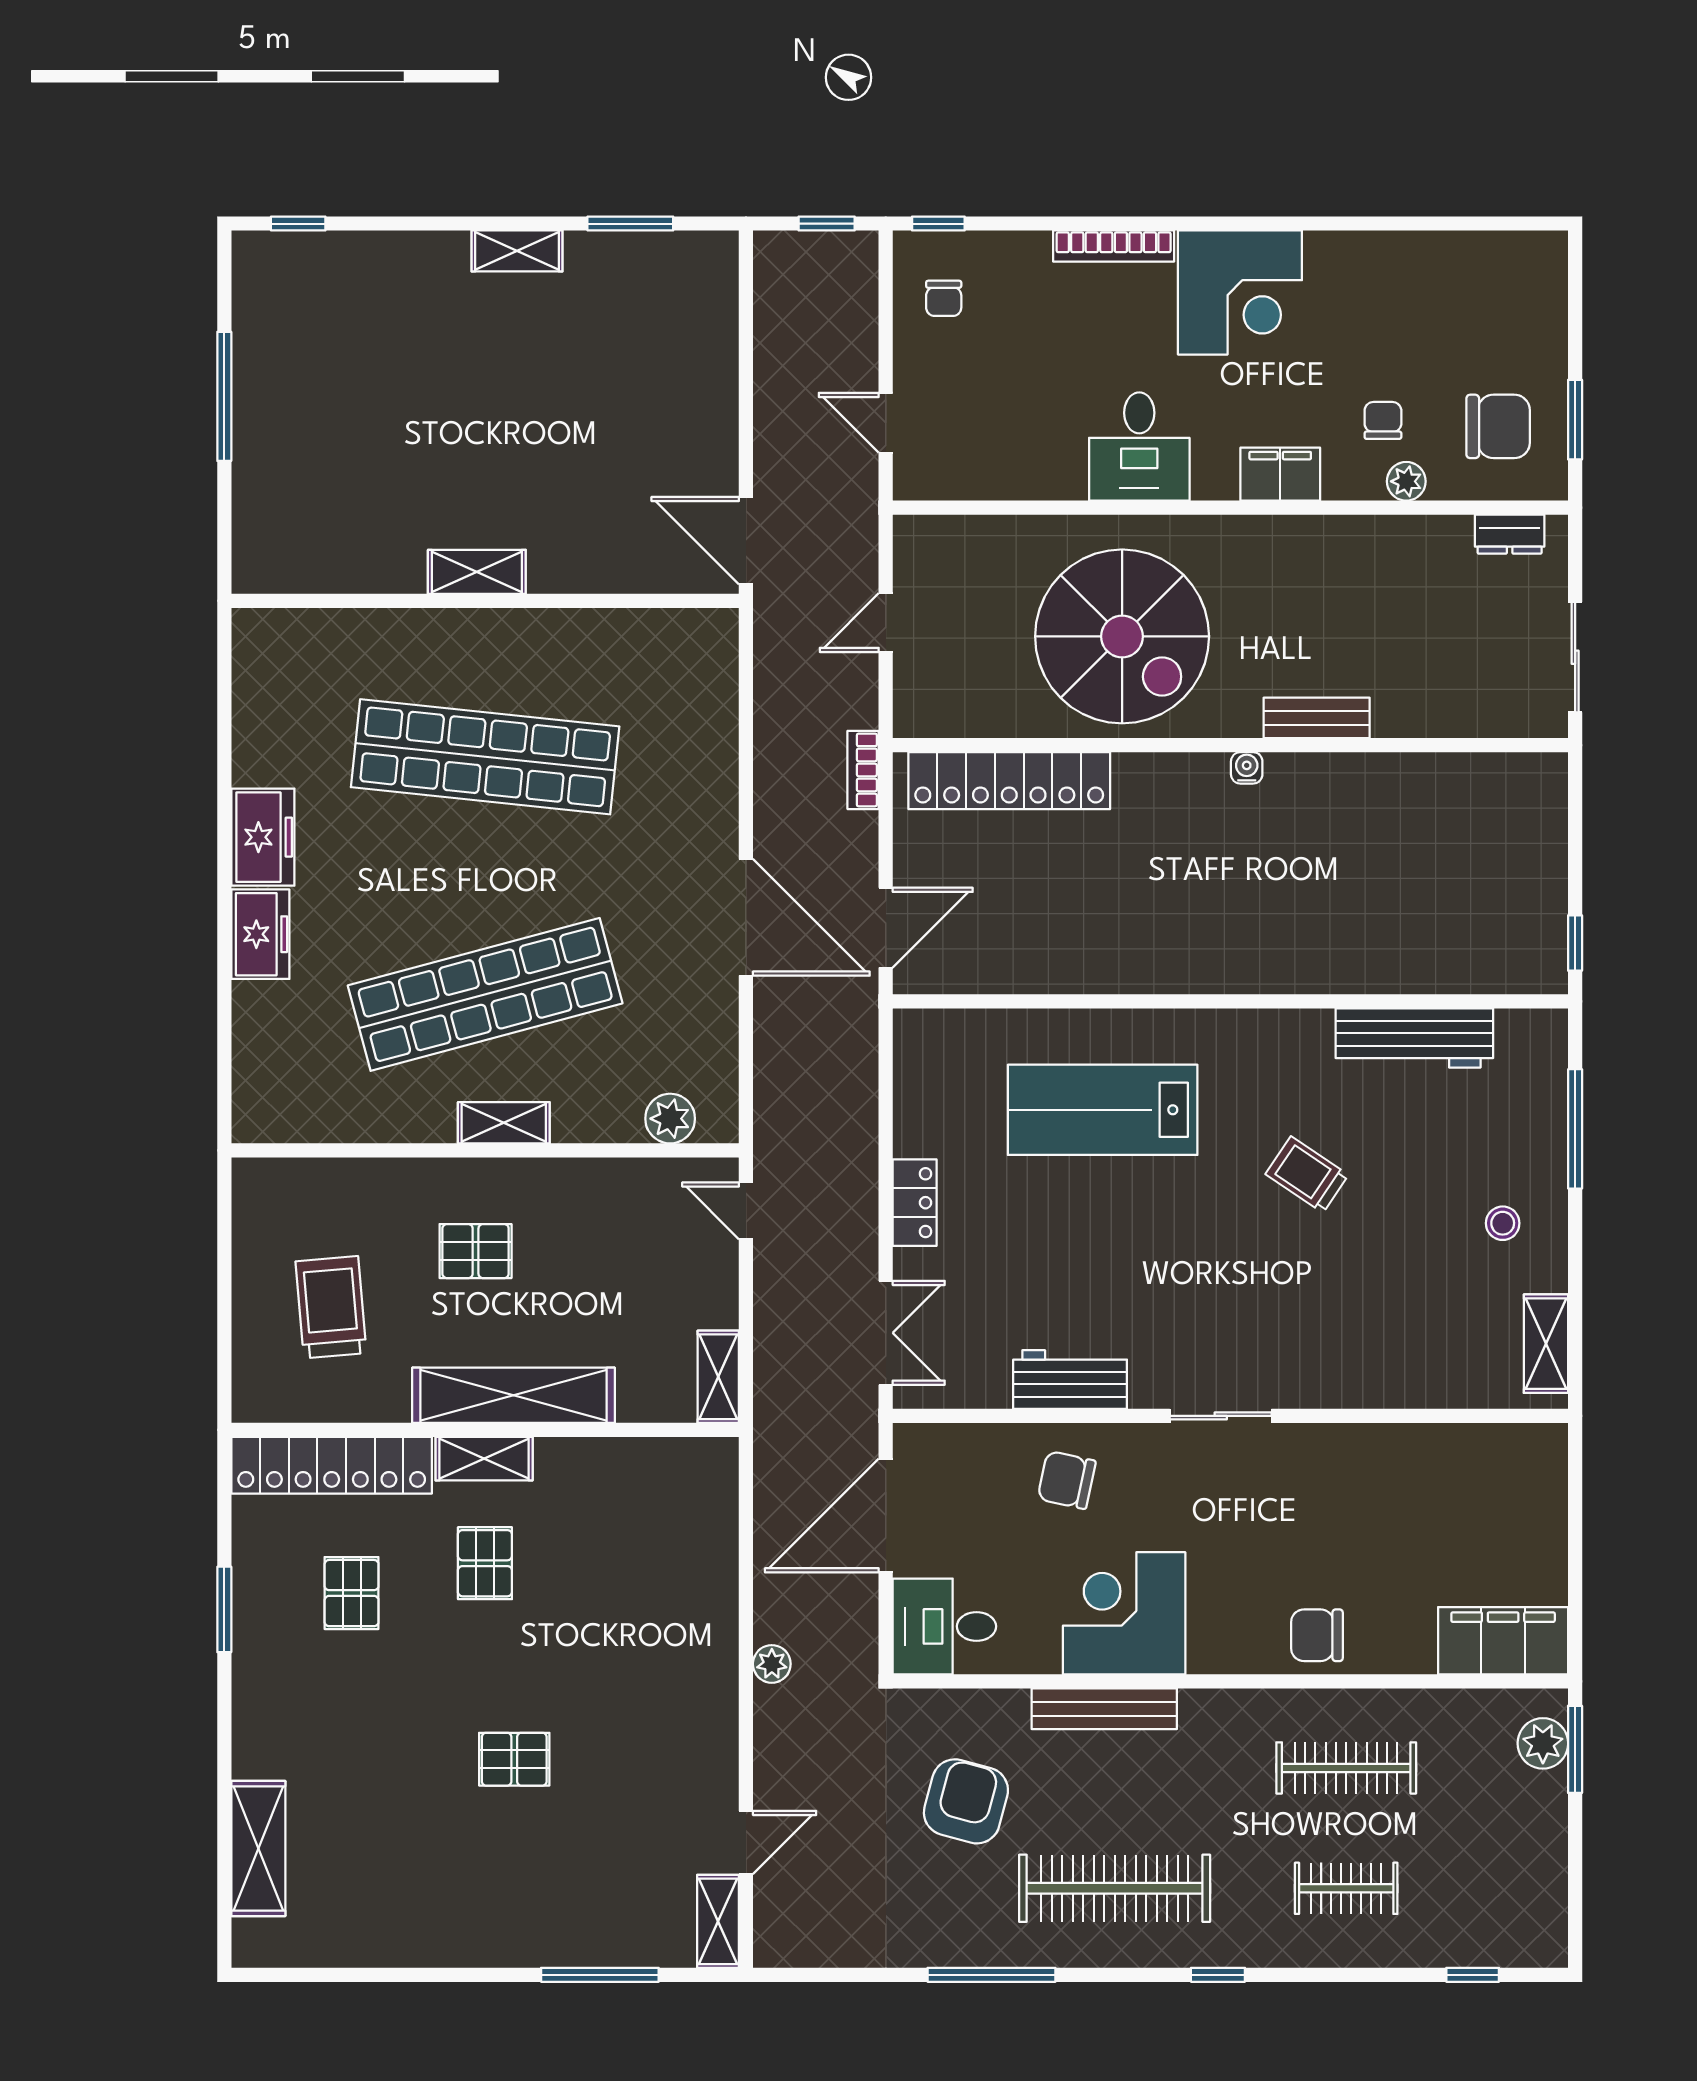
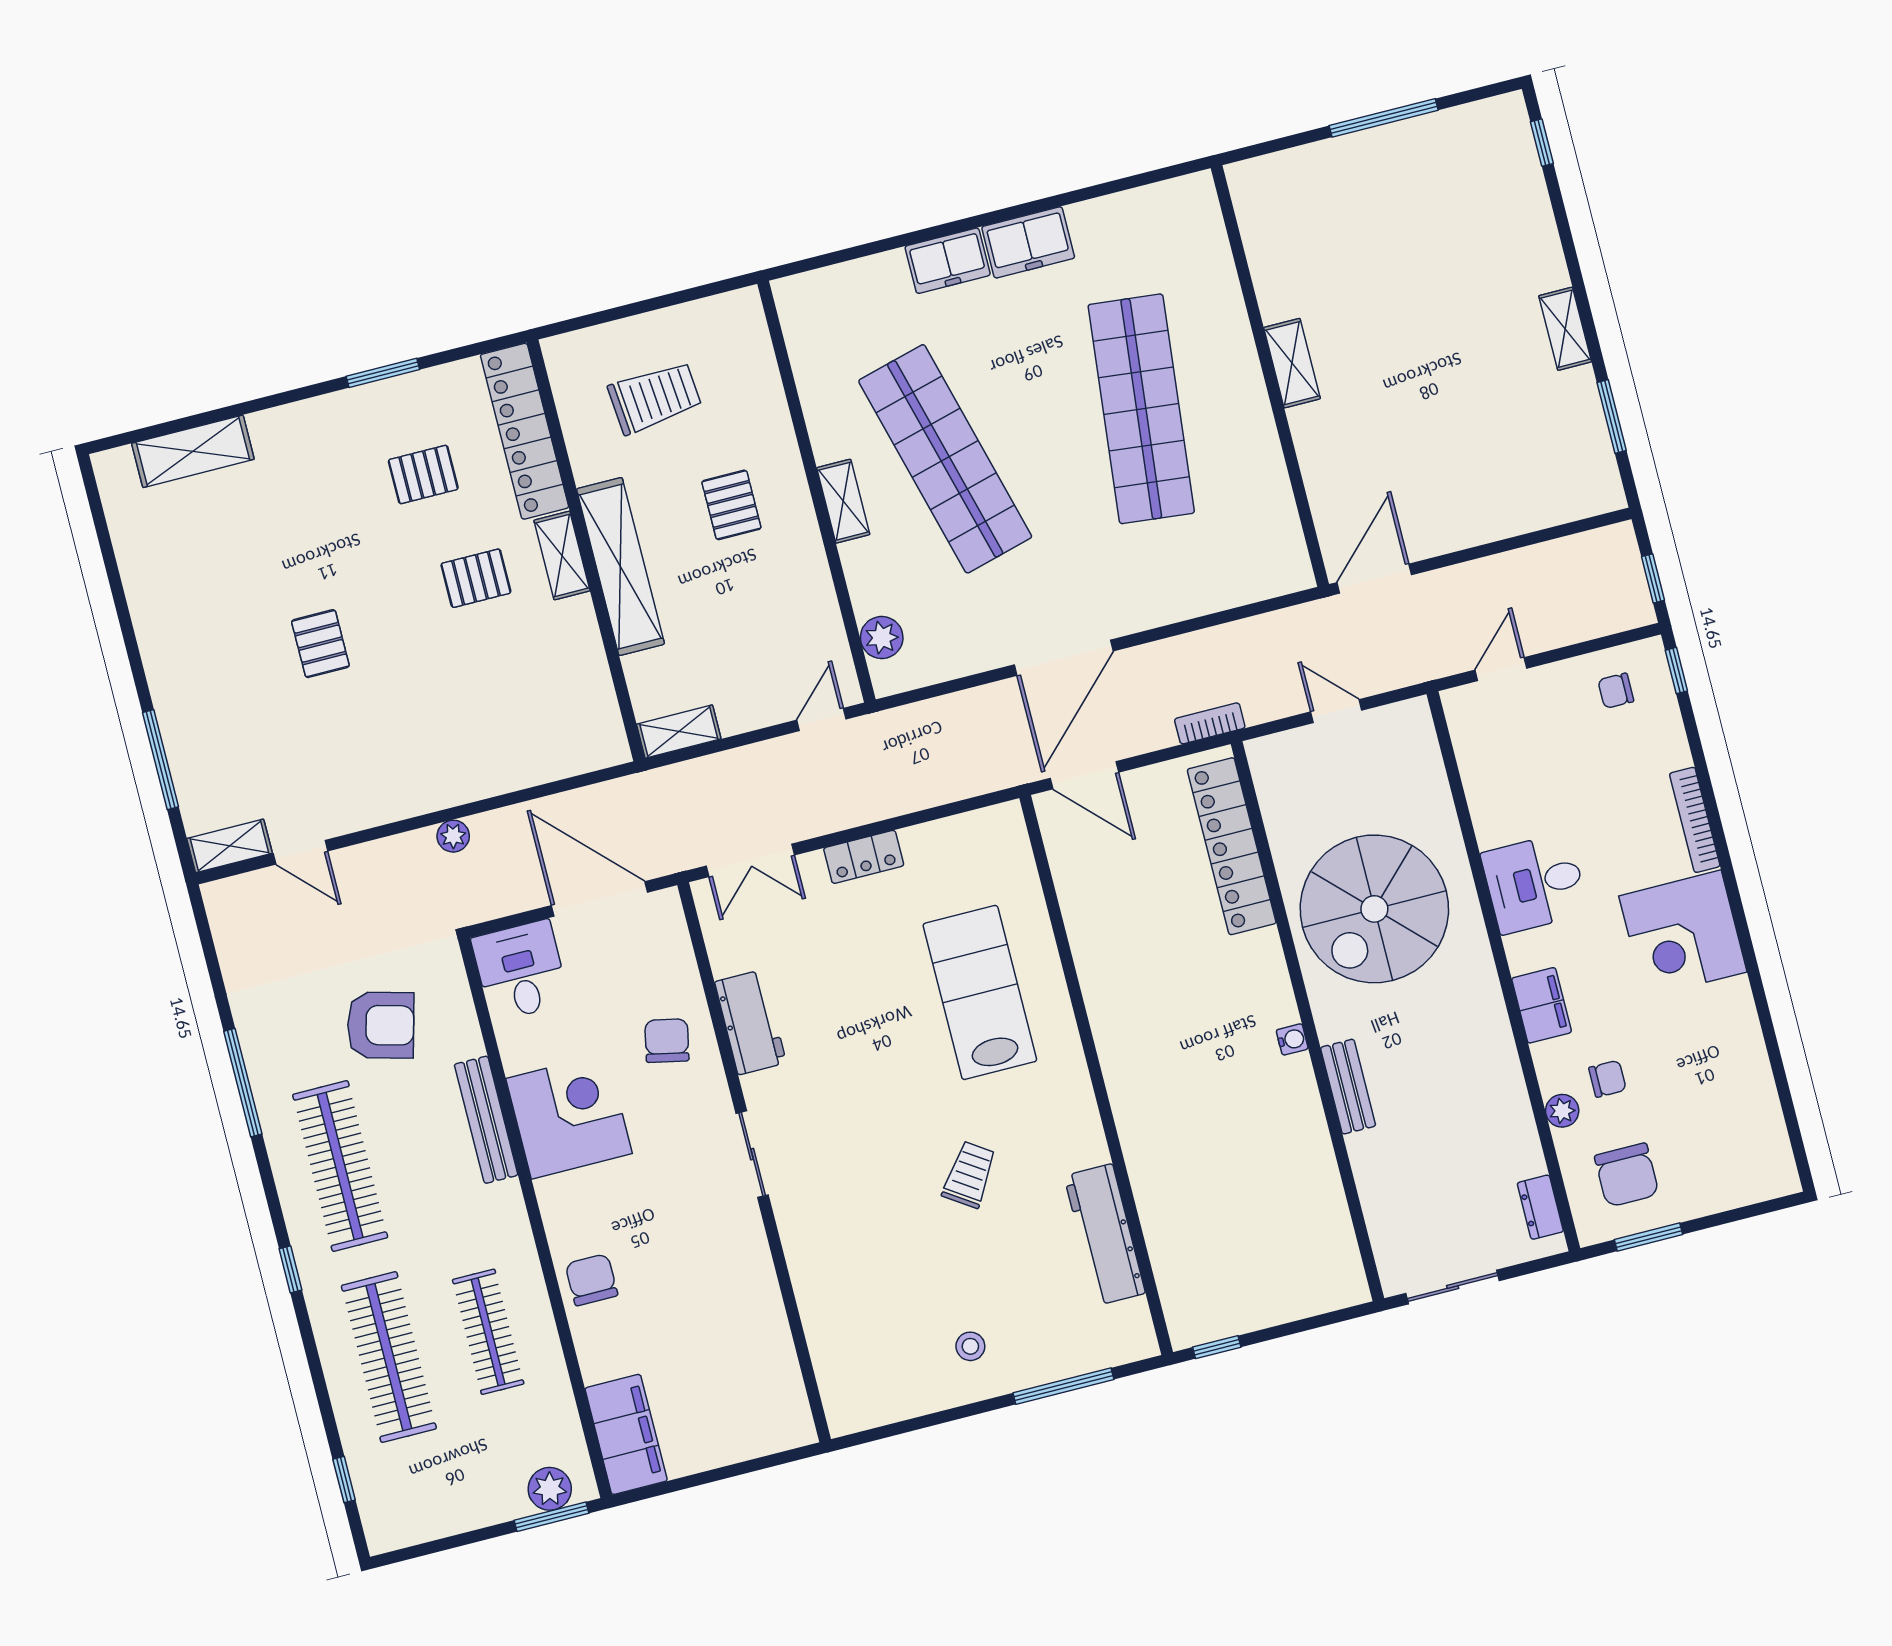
shelving: (1546, 1344) -> (880, 1407), removed
clothes rail: (1346, 1888) -> (389, 1357), width x1.86, depth x1.31

